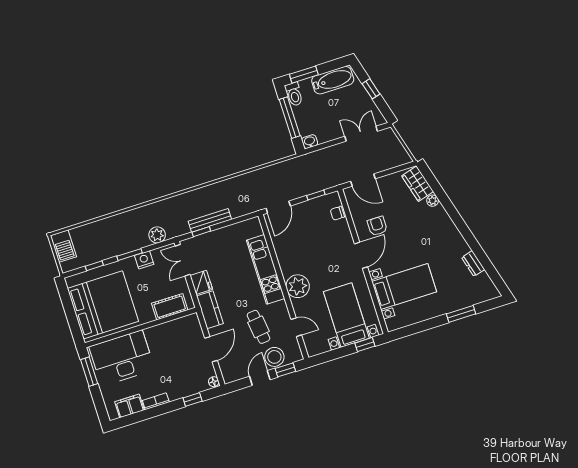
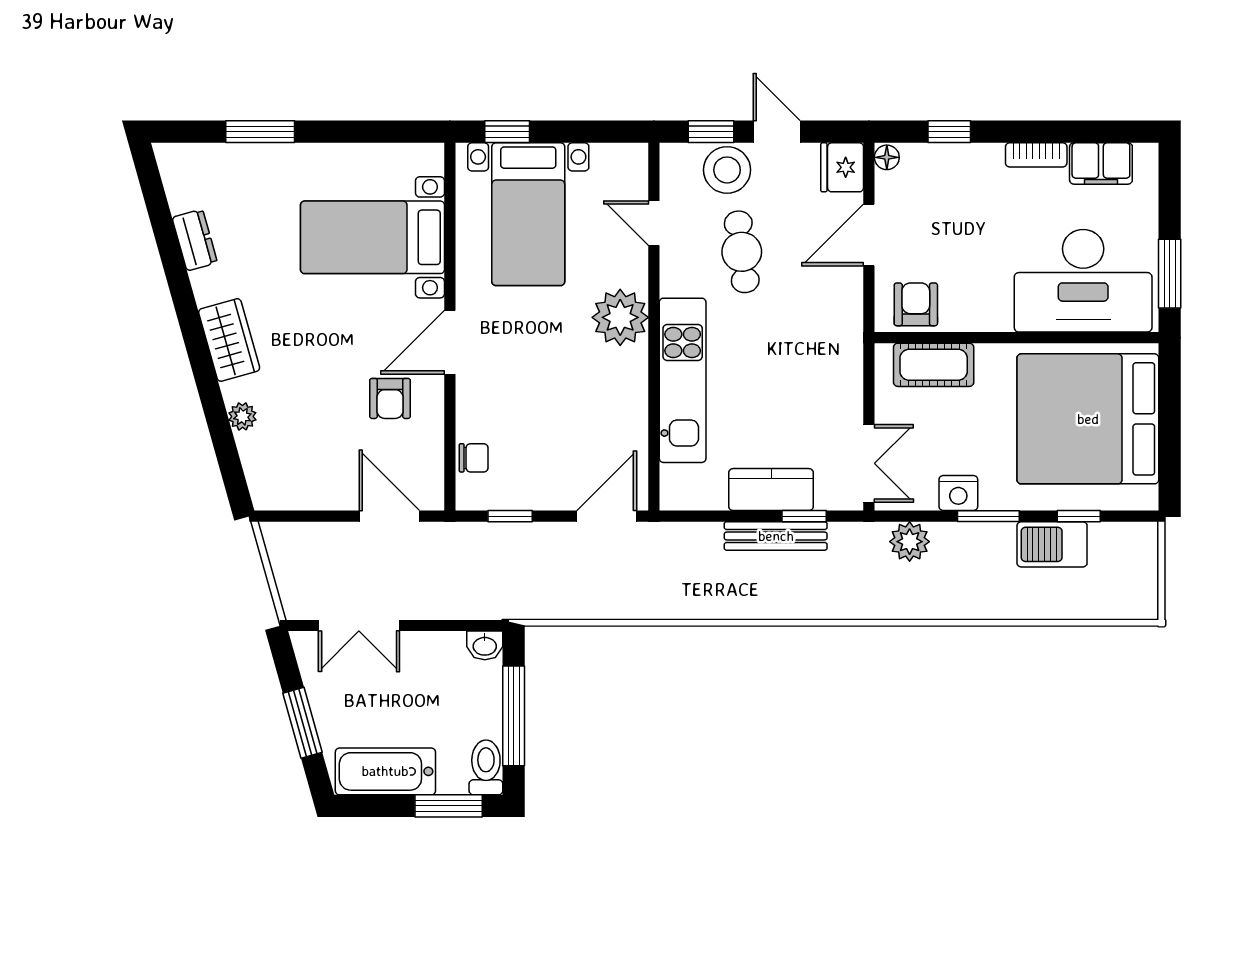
window: (371, 89) -> (302, 723), width x1.50
wardrobe: (418, 184) -> (229, 340), moved
barbecue: (63, 246) -> (1052, 544), moved, turned -90
fridge: (201, 282) -> (842, 167), moved
kitchen counter: (210, 310) -> (771, 490), moved, turned 90
armchair: (184, 328) -> (916, 304), added
door: (260, 378) -> (777, 132), swing flipped

